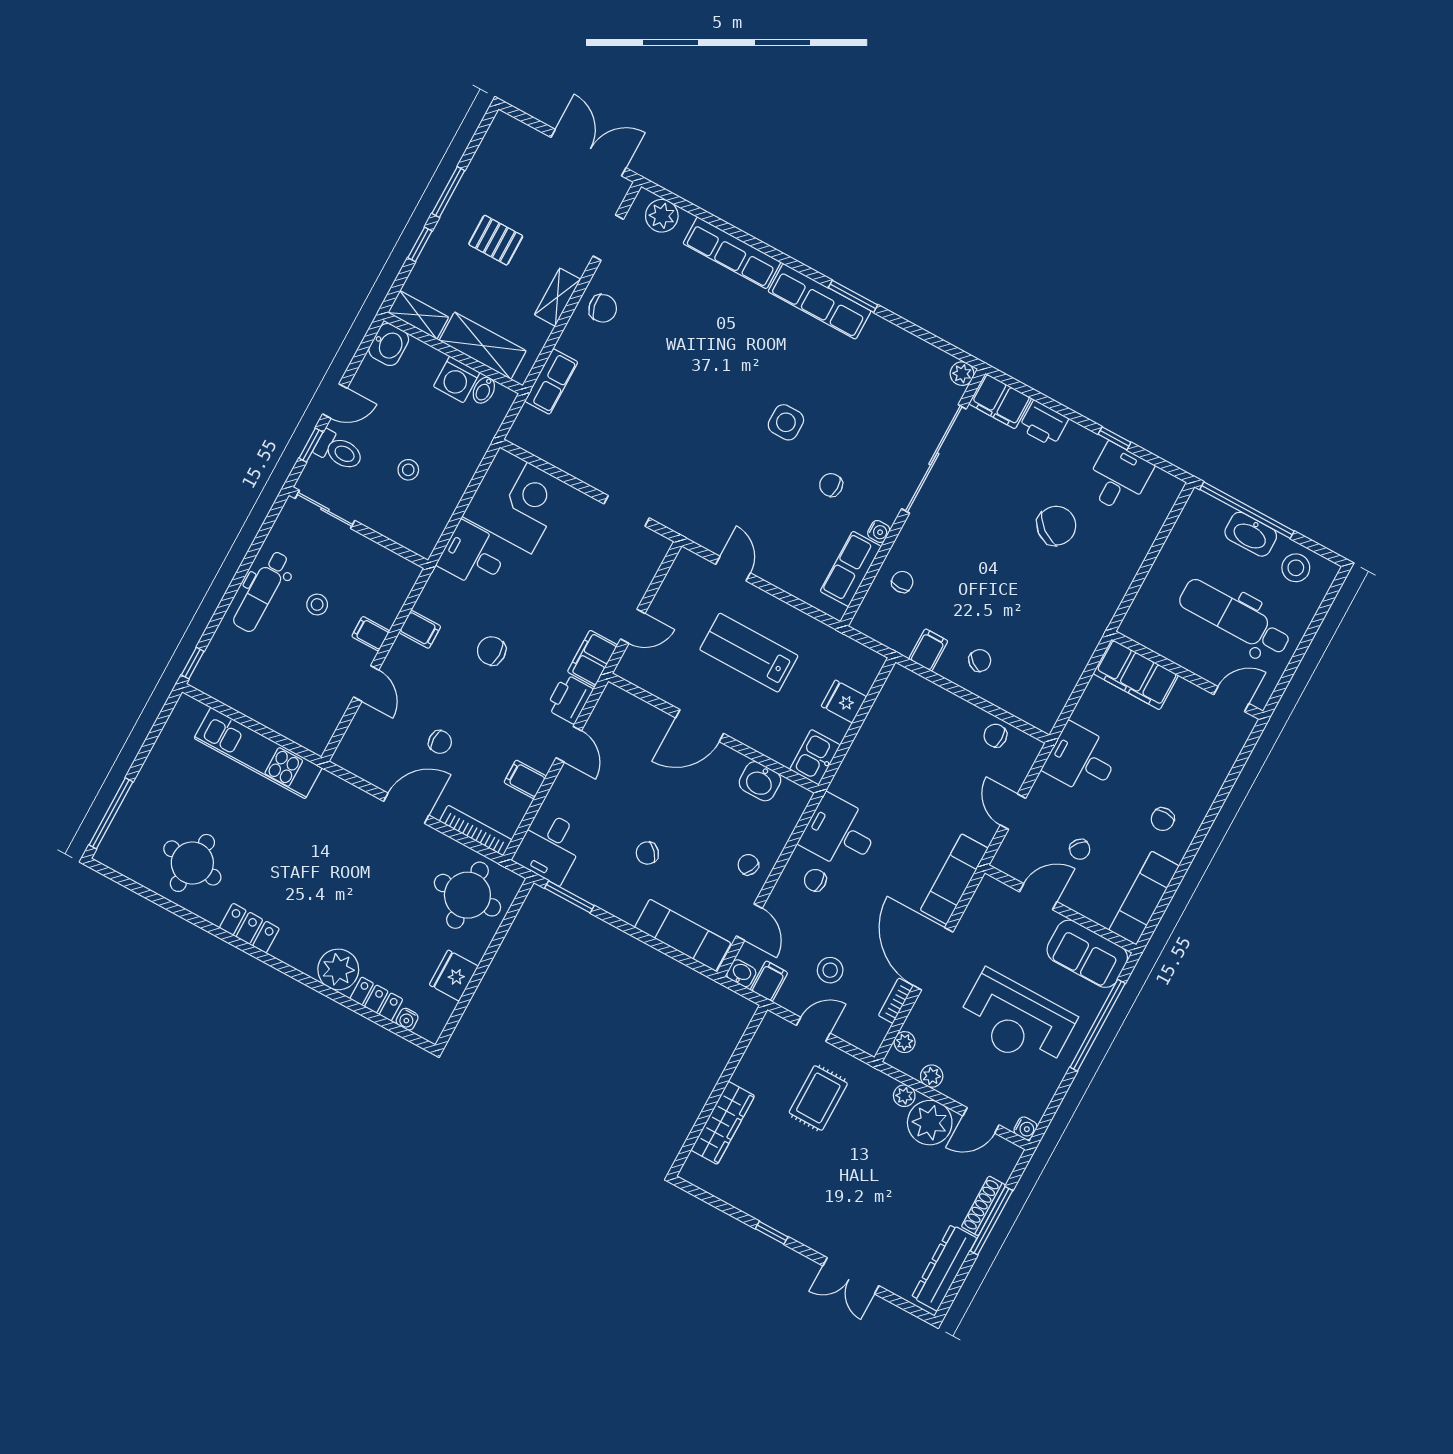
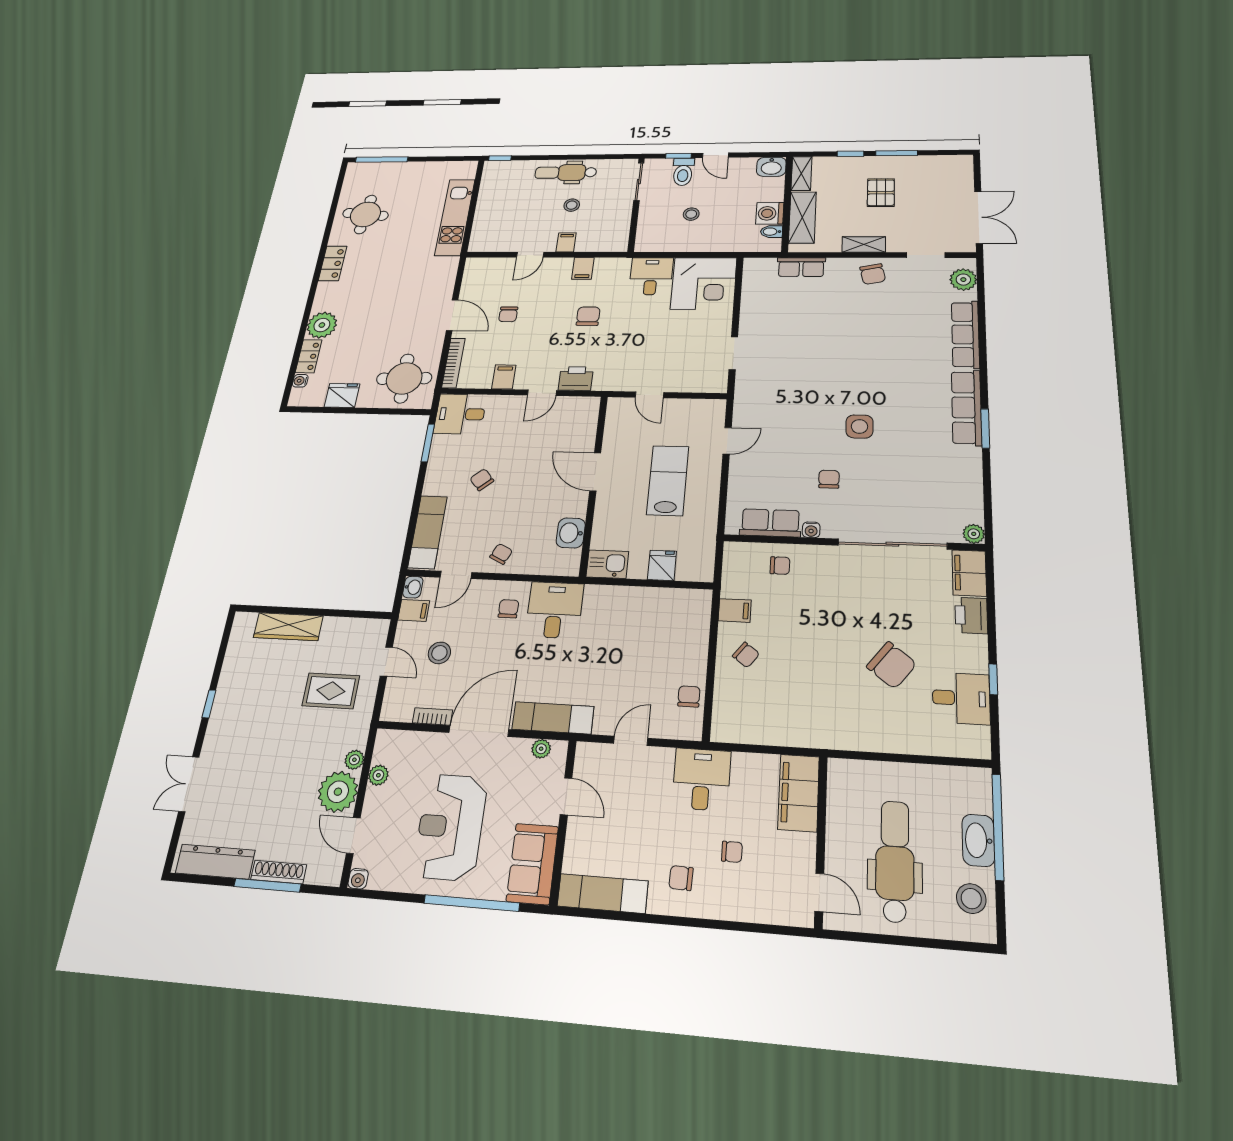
filing cabinet: (592, 658) -> (613, 380), removed
chair: (1080, 849) -> (732, 852), moved, turned -130
plant: (905, 1042) -> (541, 749), moved

